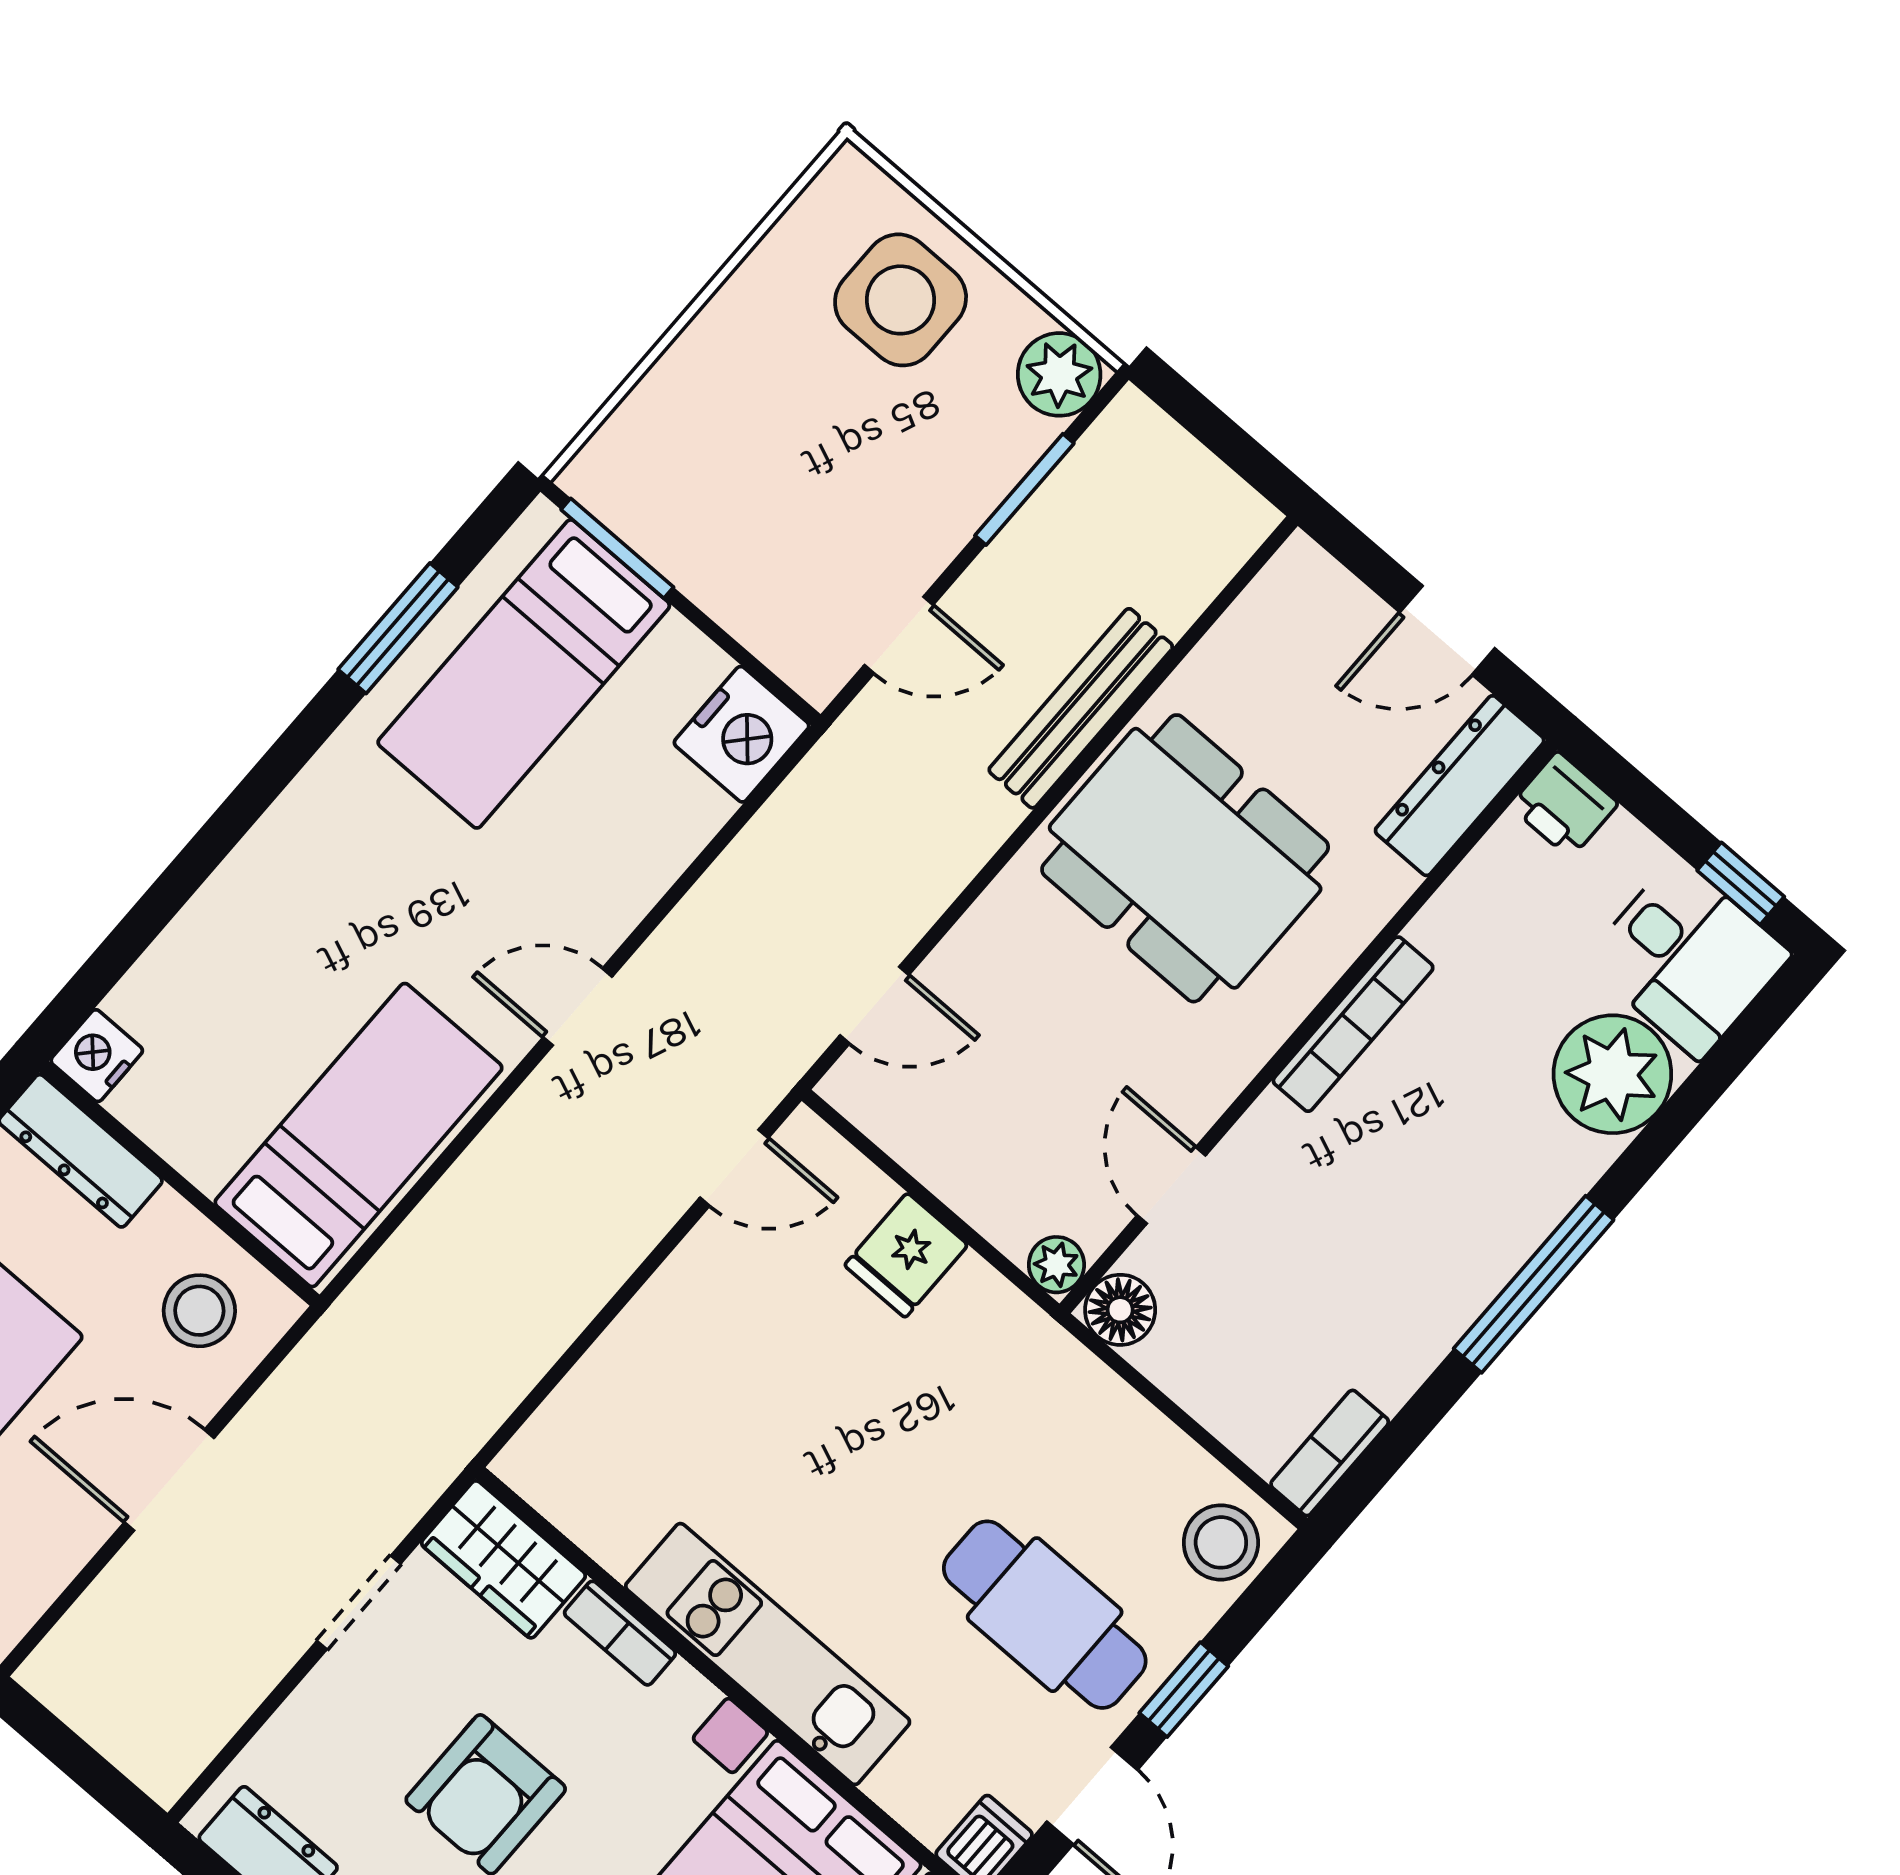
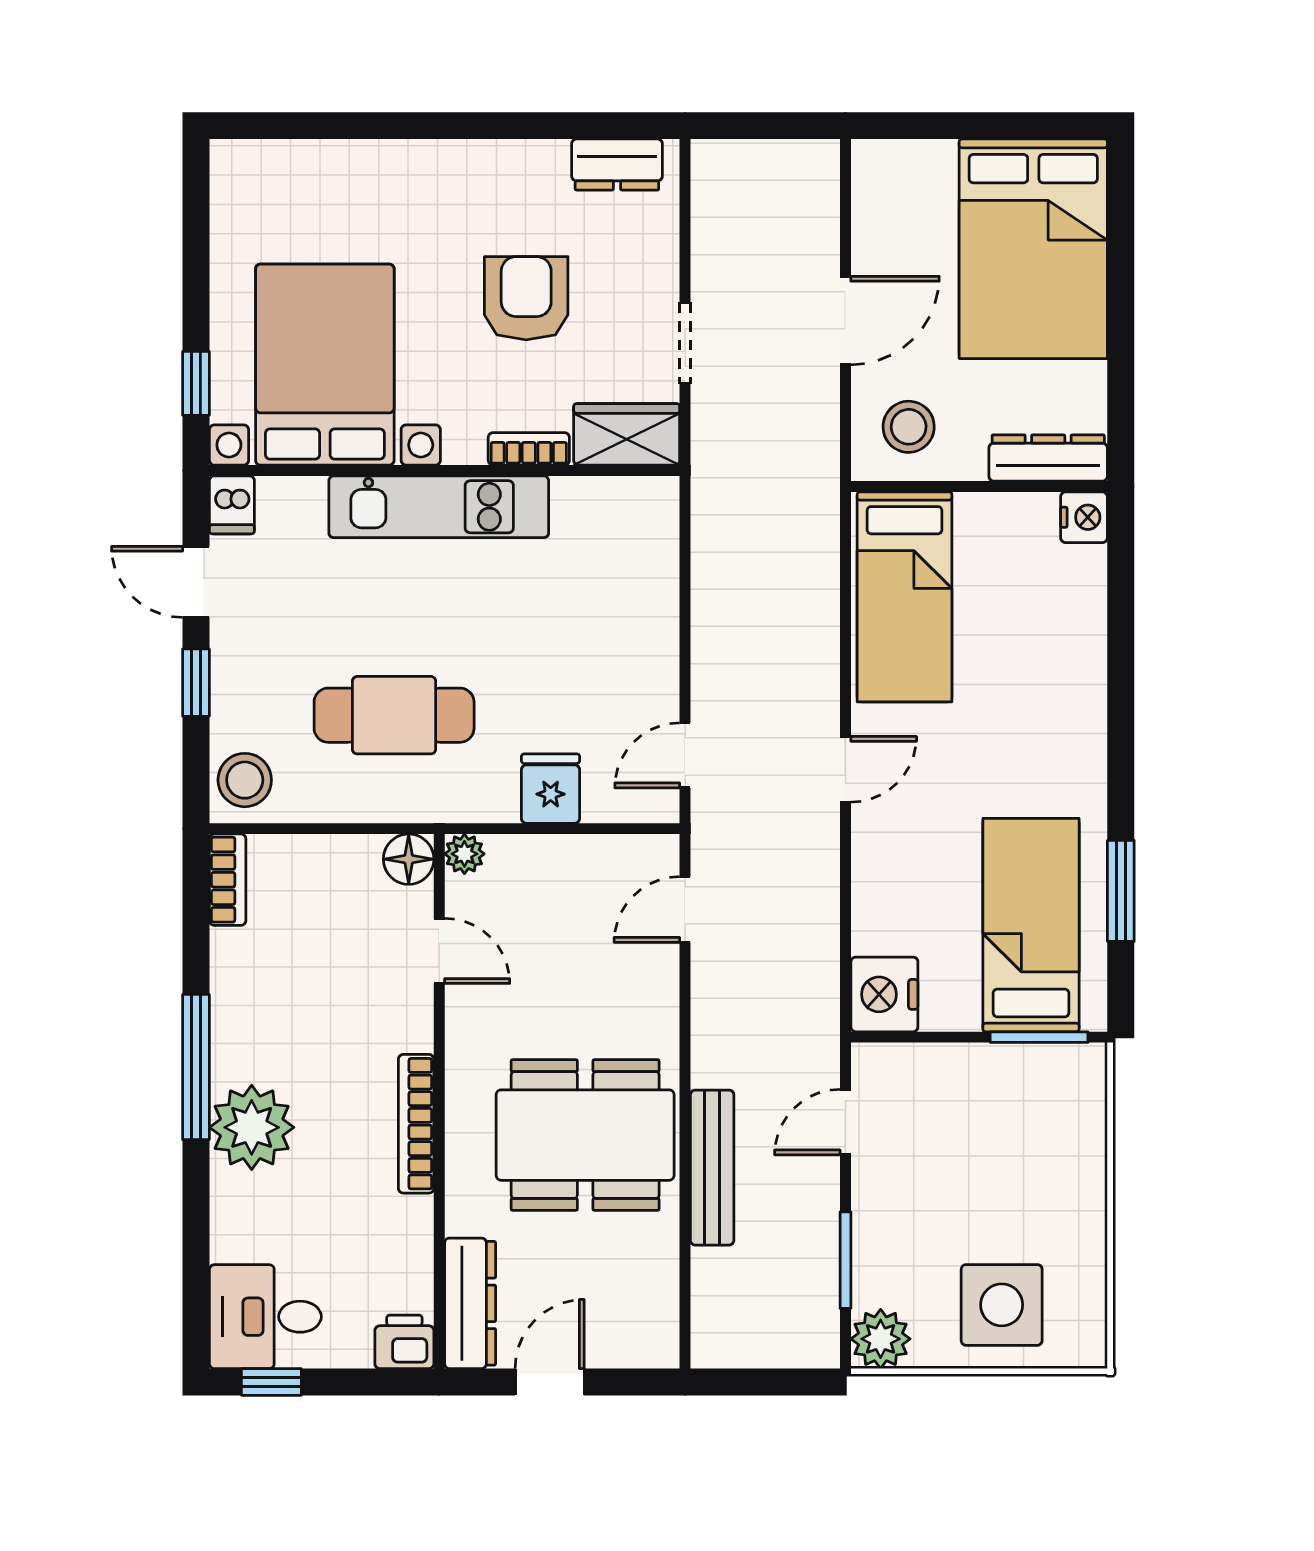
plant: (1612, 1074) -> (252, 1127), moved
cafe table: (1045, 1615) -> (394, 715), moved

